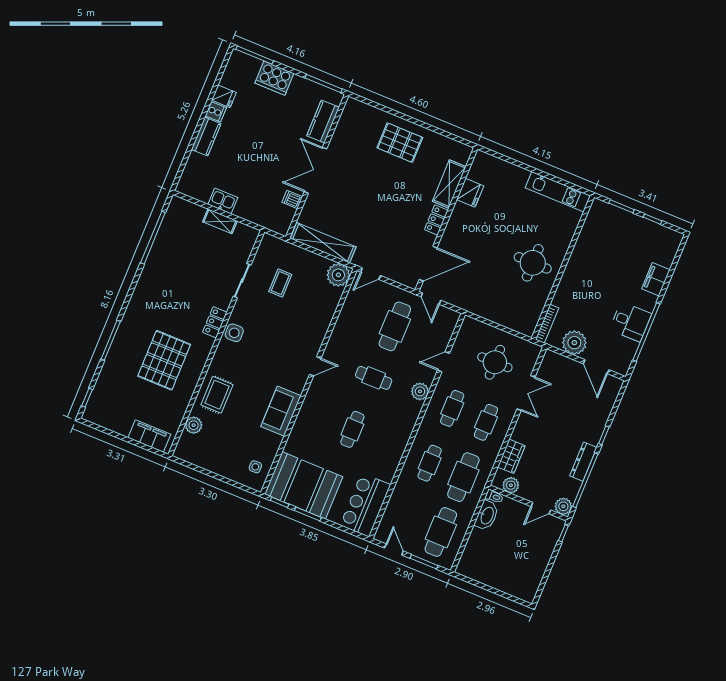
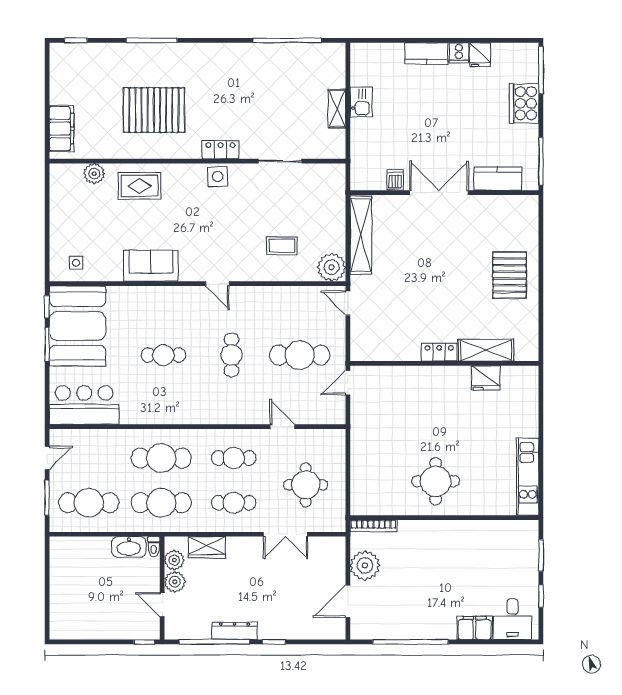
door: (428, 264) -> (386, 363), removed
coffee table: (280, 283) -> (282, 246), moved
desk: (631, 322) -> (513, 619), moved
plant: (420, 391) -> (238, 414), removed
cafe table: (430, 463) -> (161, 458), width x1.37, depth x1.35
plant: (563, 506) -> (175, 582), moved

